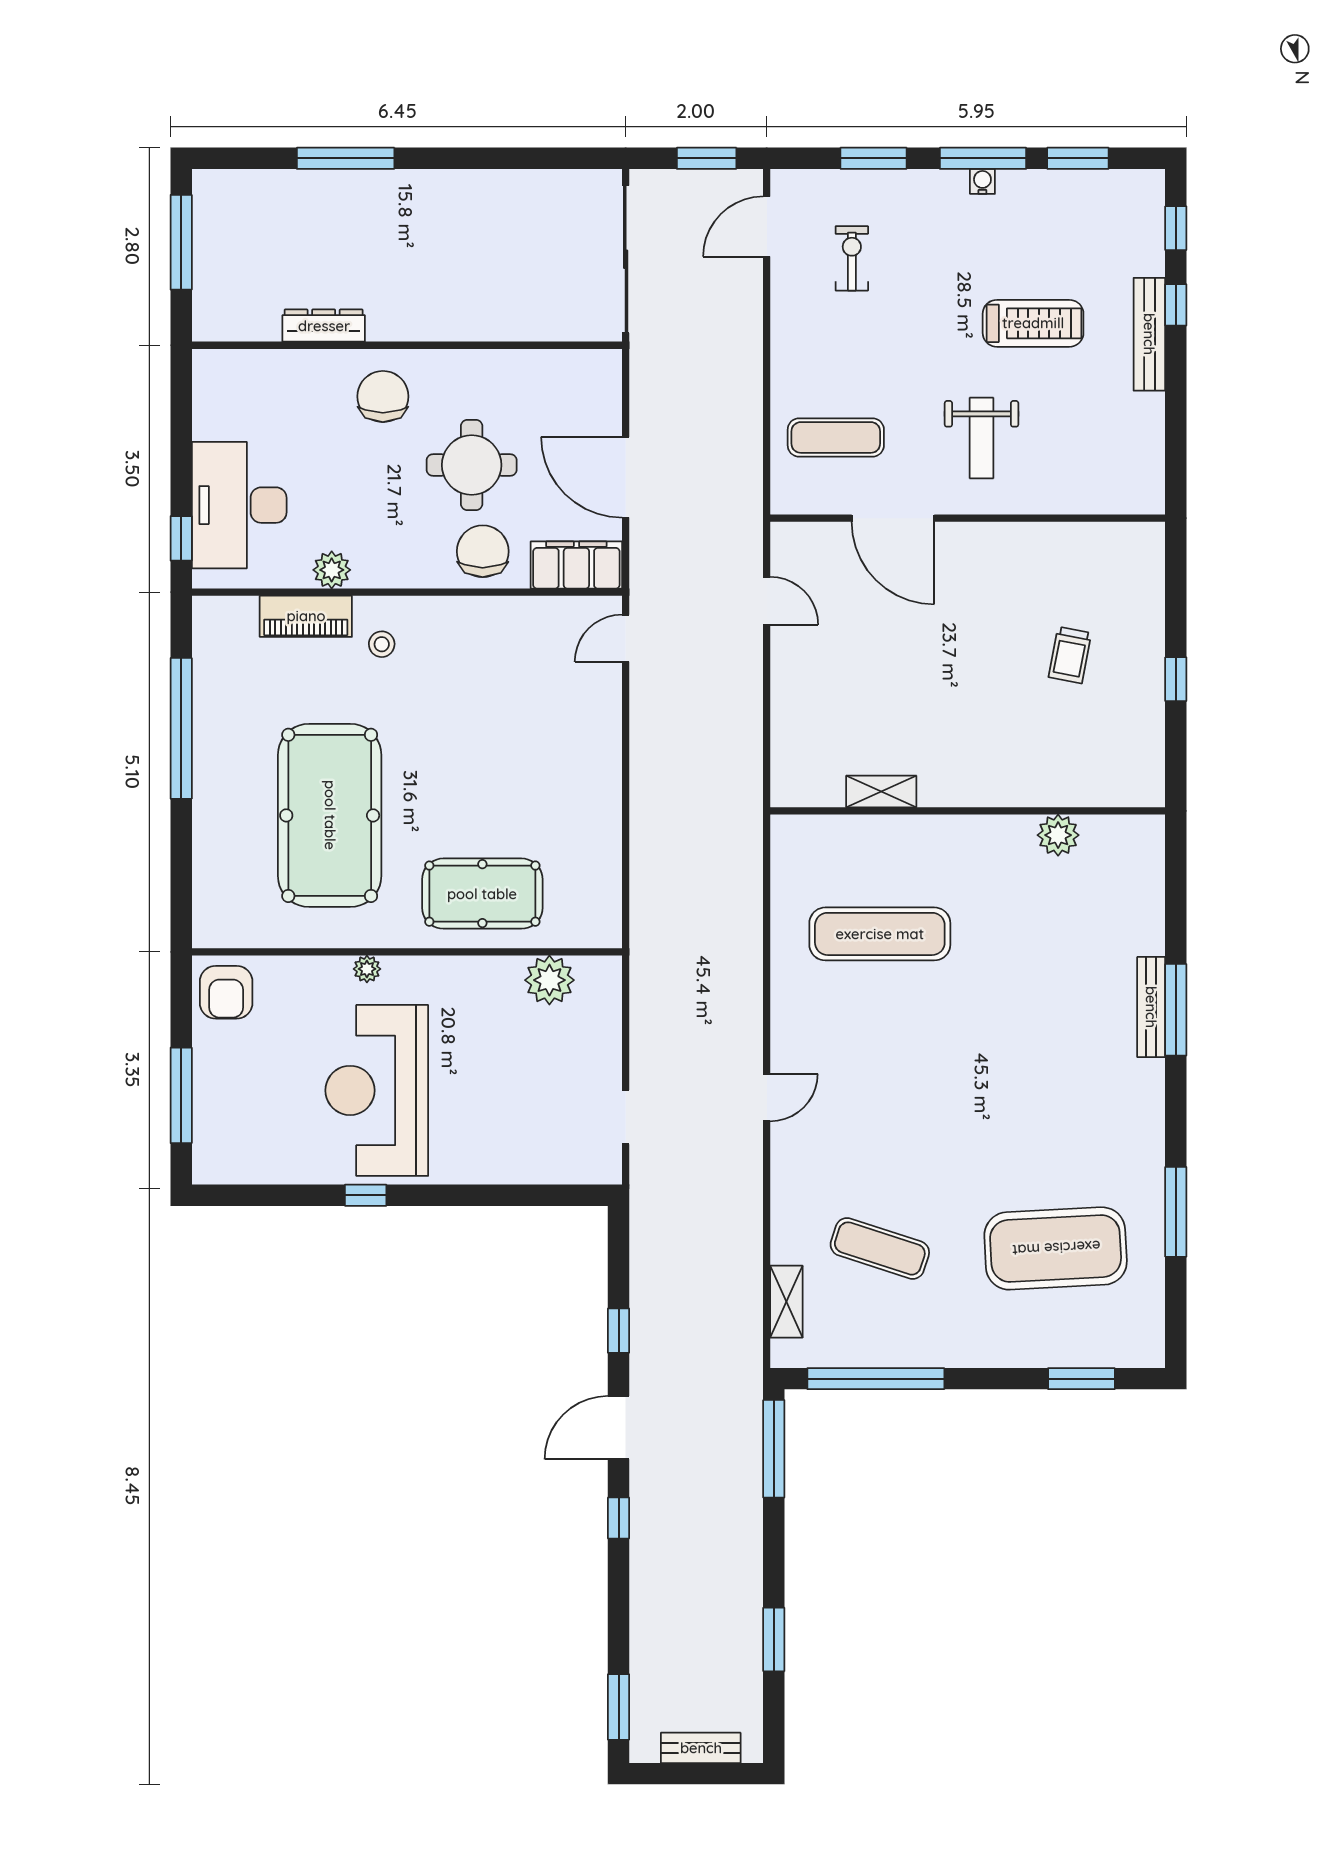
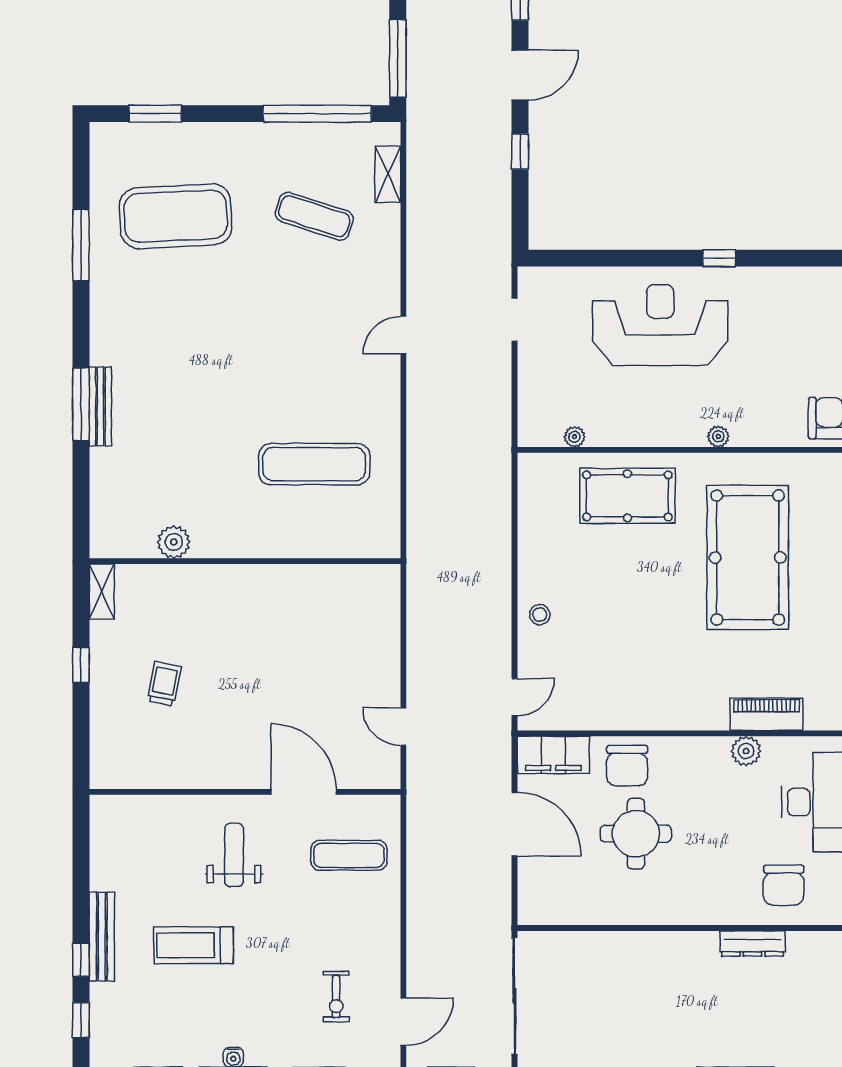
chair: (383, 396) -> (784, 885), moved
stool: (382, 644) -> (540, 615), moved
shelving: (881, 791) -> (102, 592), moved, turned 90
plant: (549, 980) -> (575, 437), width x0.53, depth x0.53
reception desk: (377, 1090) -> (660, 325), moved, turned -90

